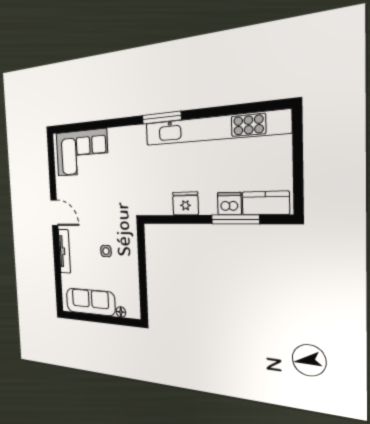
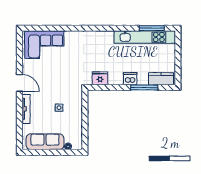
window: (162, 118) -> (152, 28), moved
kitchen unit: (214, 128) -> (145, 37), width x0.73
fridge: (185, 204) -> (100, 78), moved
dishwasher: (229, 204) -> (130, 79), moved

